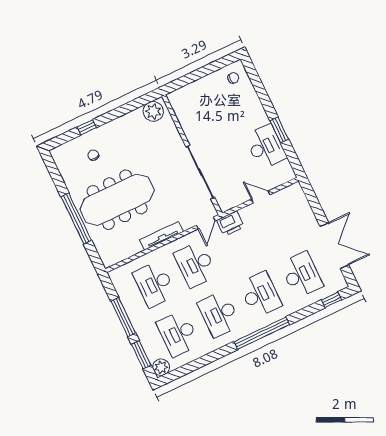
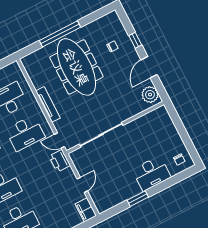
door: (120, 111) -> (149, 67), added
desk: (266, 147) -> (152, 173), moved
filing cabinet: (291, 194) -> (86, 210), added
desk: (196, 265) -> (25, 133), turned 180

